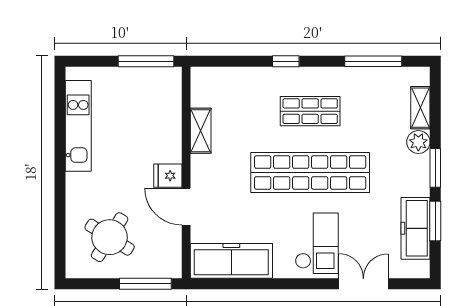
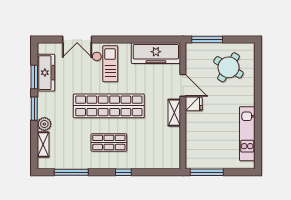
shelving: (201, 131) -> (174, 113), moved
checkout: (317, 243) -> (105, 64), turned 180

